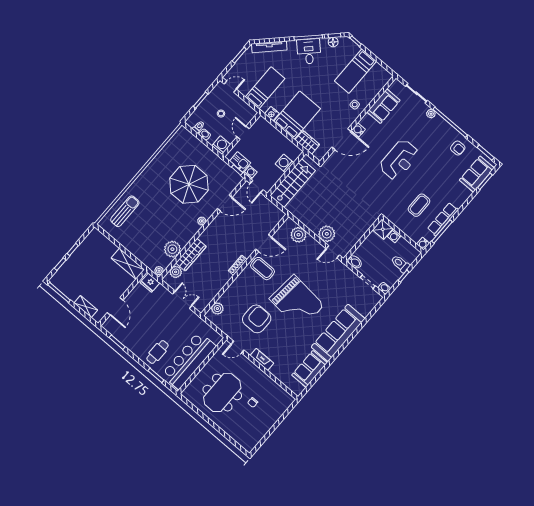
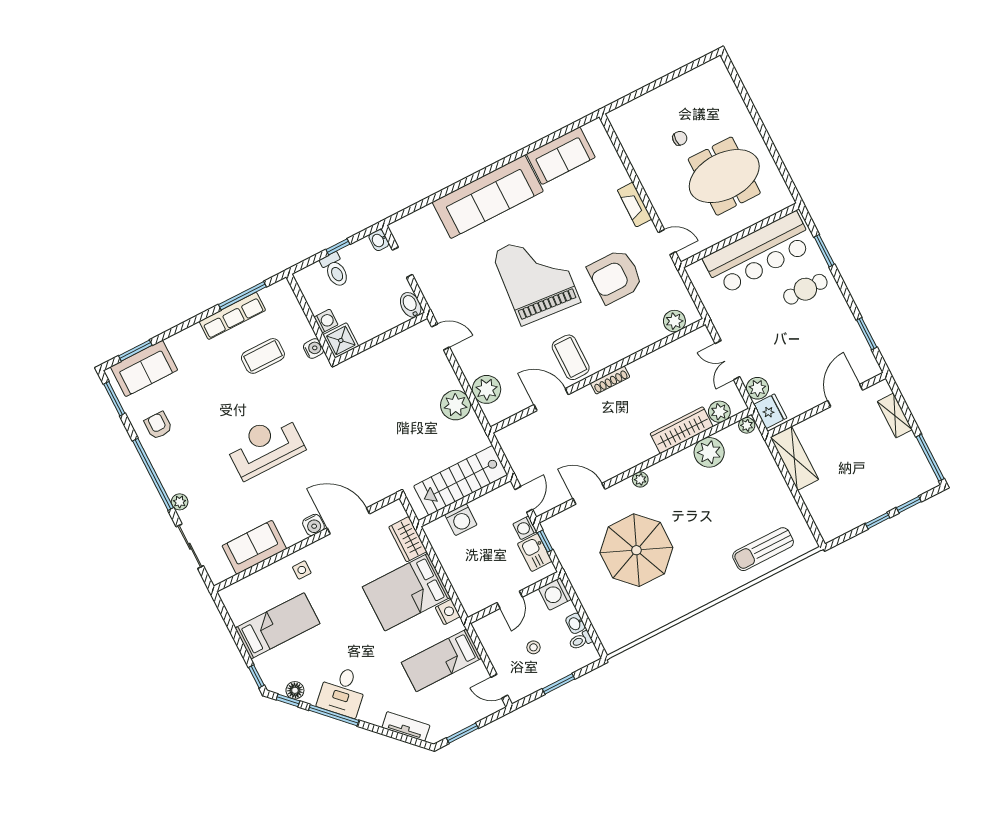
tv unit: (269, 47) -> (406, 726), width x0.71
plant: (327, 234) -> (456, 405), moved
water cooler: (423, 244) -> (314, 349), moved
plant: (161, 292) -> (757, 388), added

